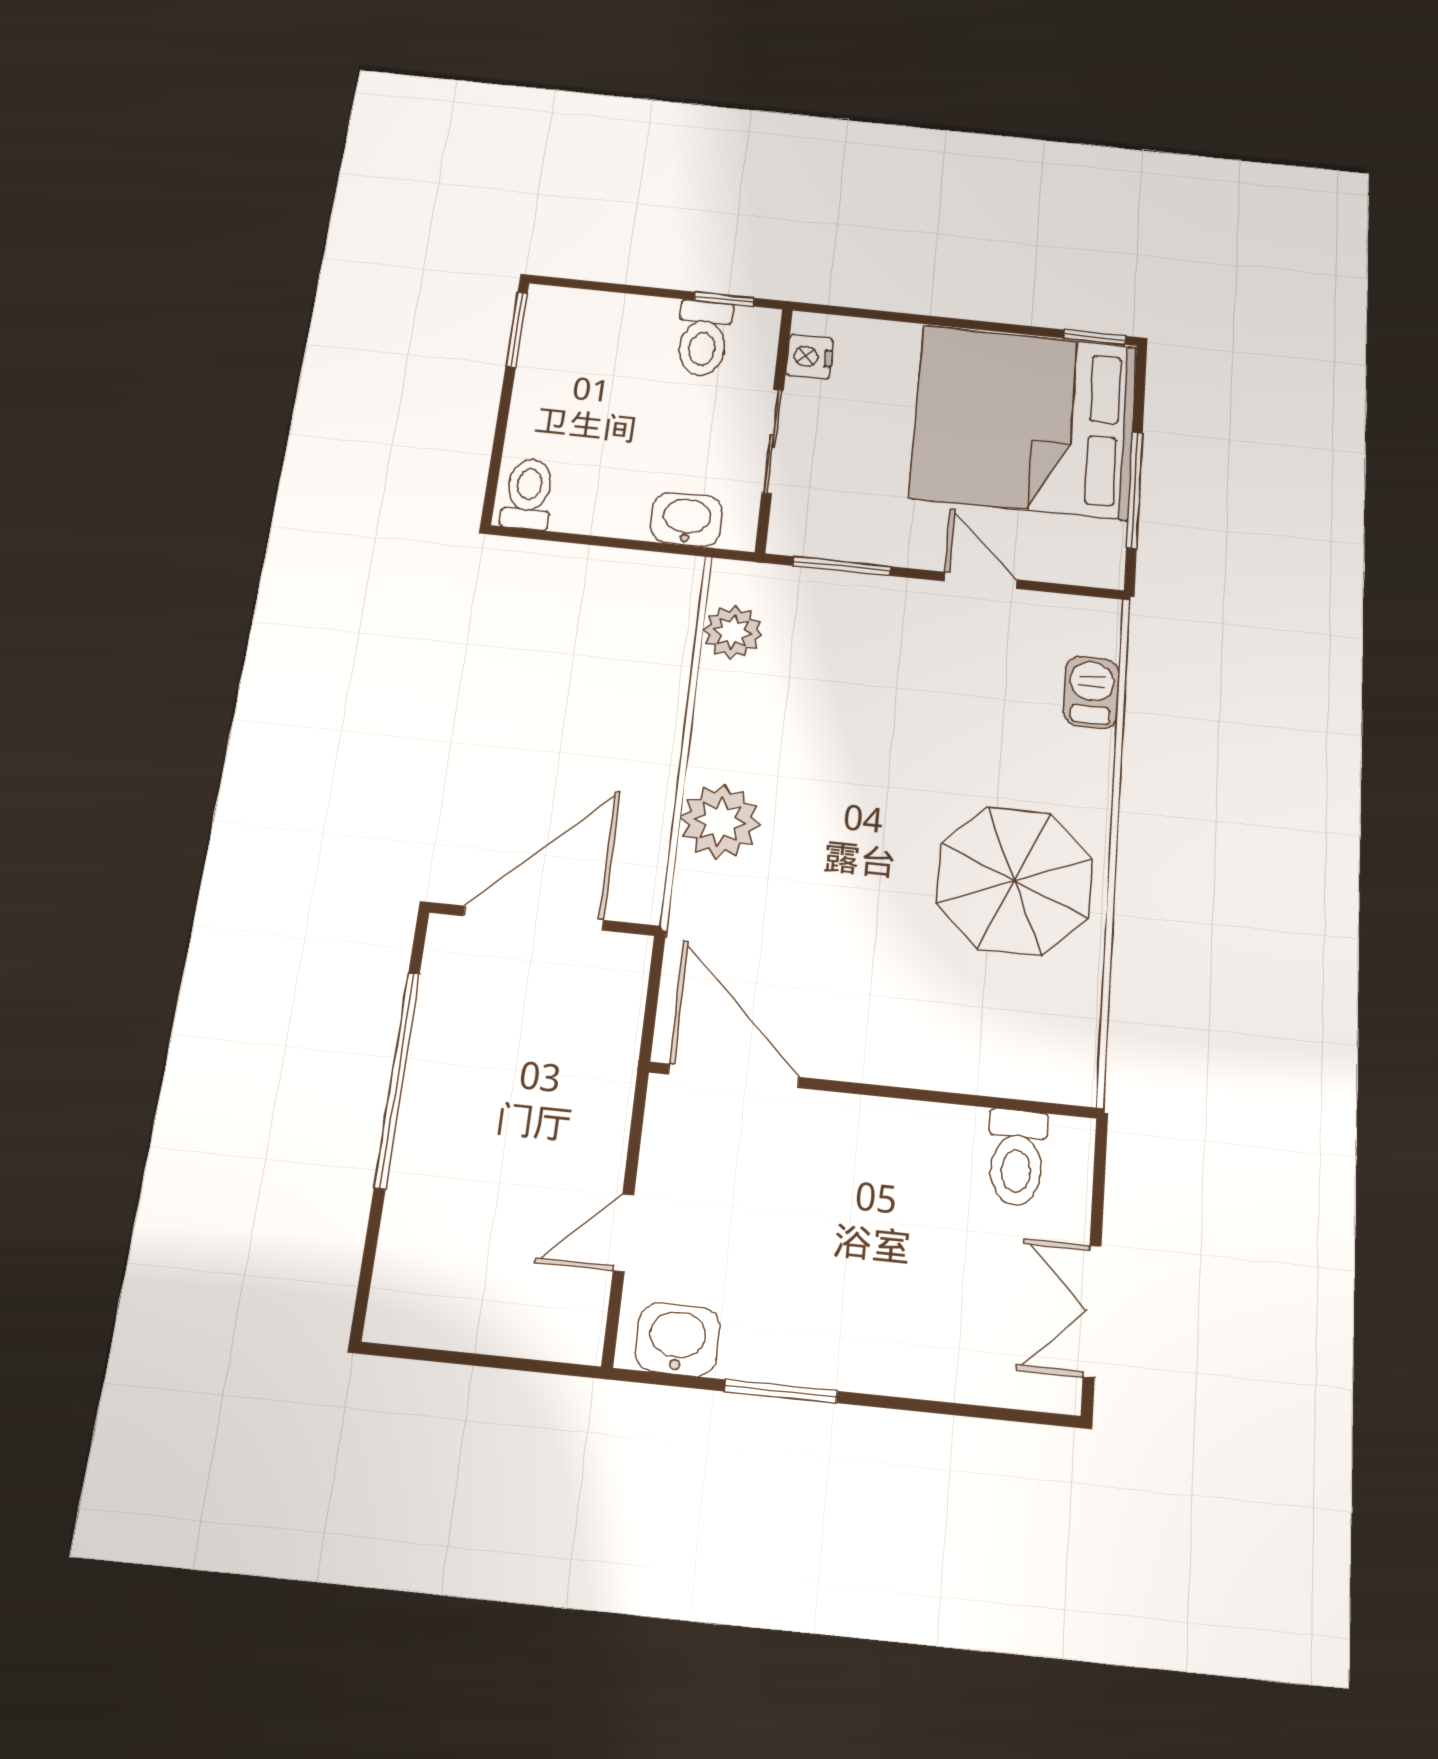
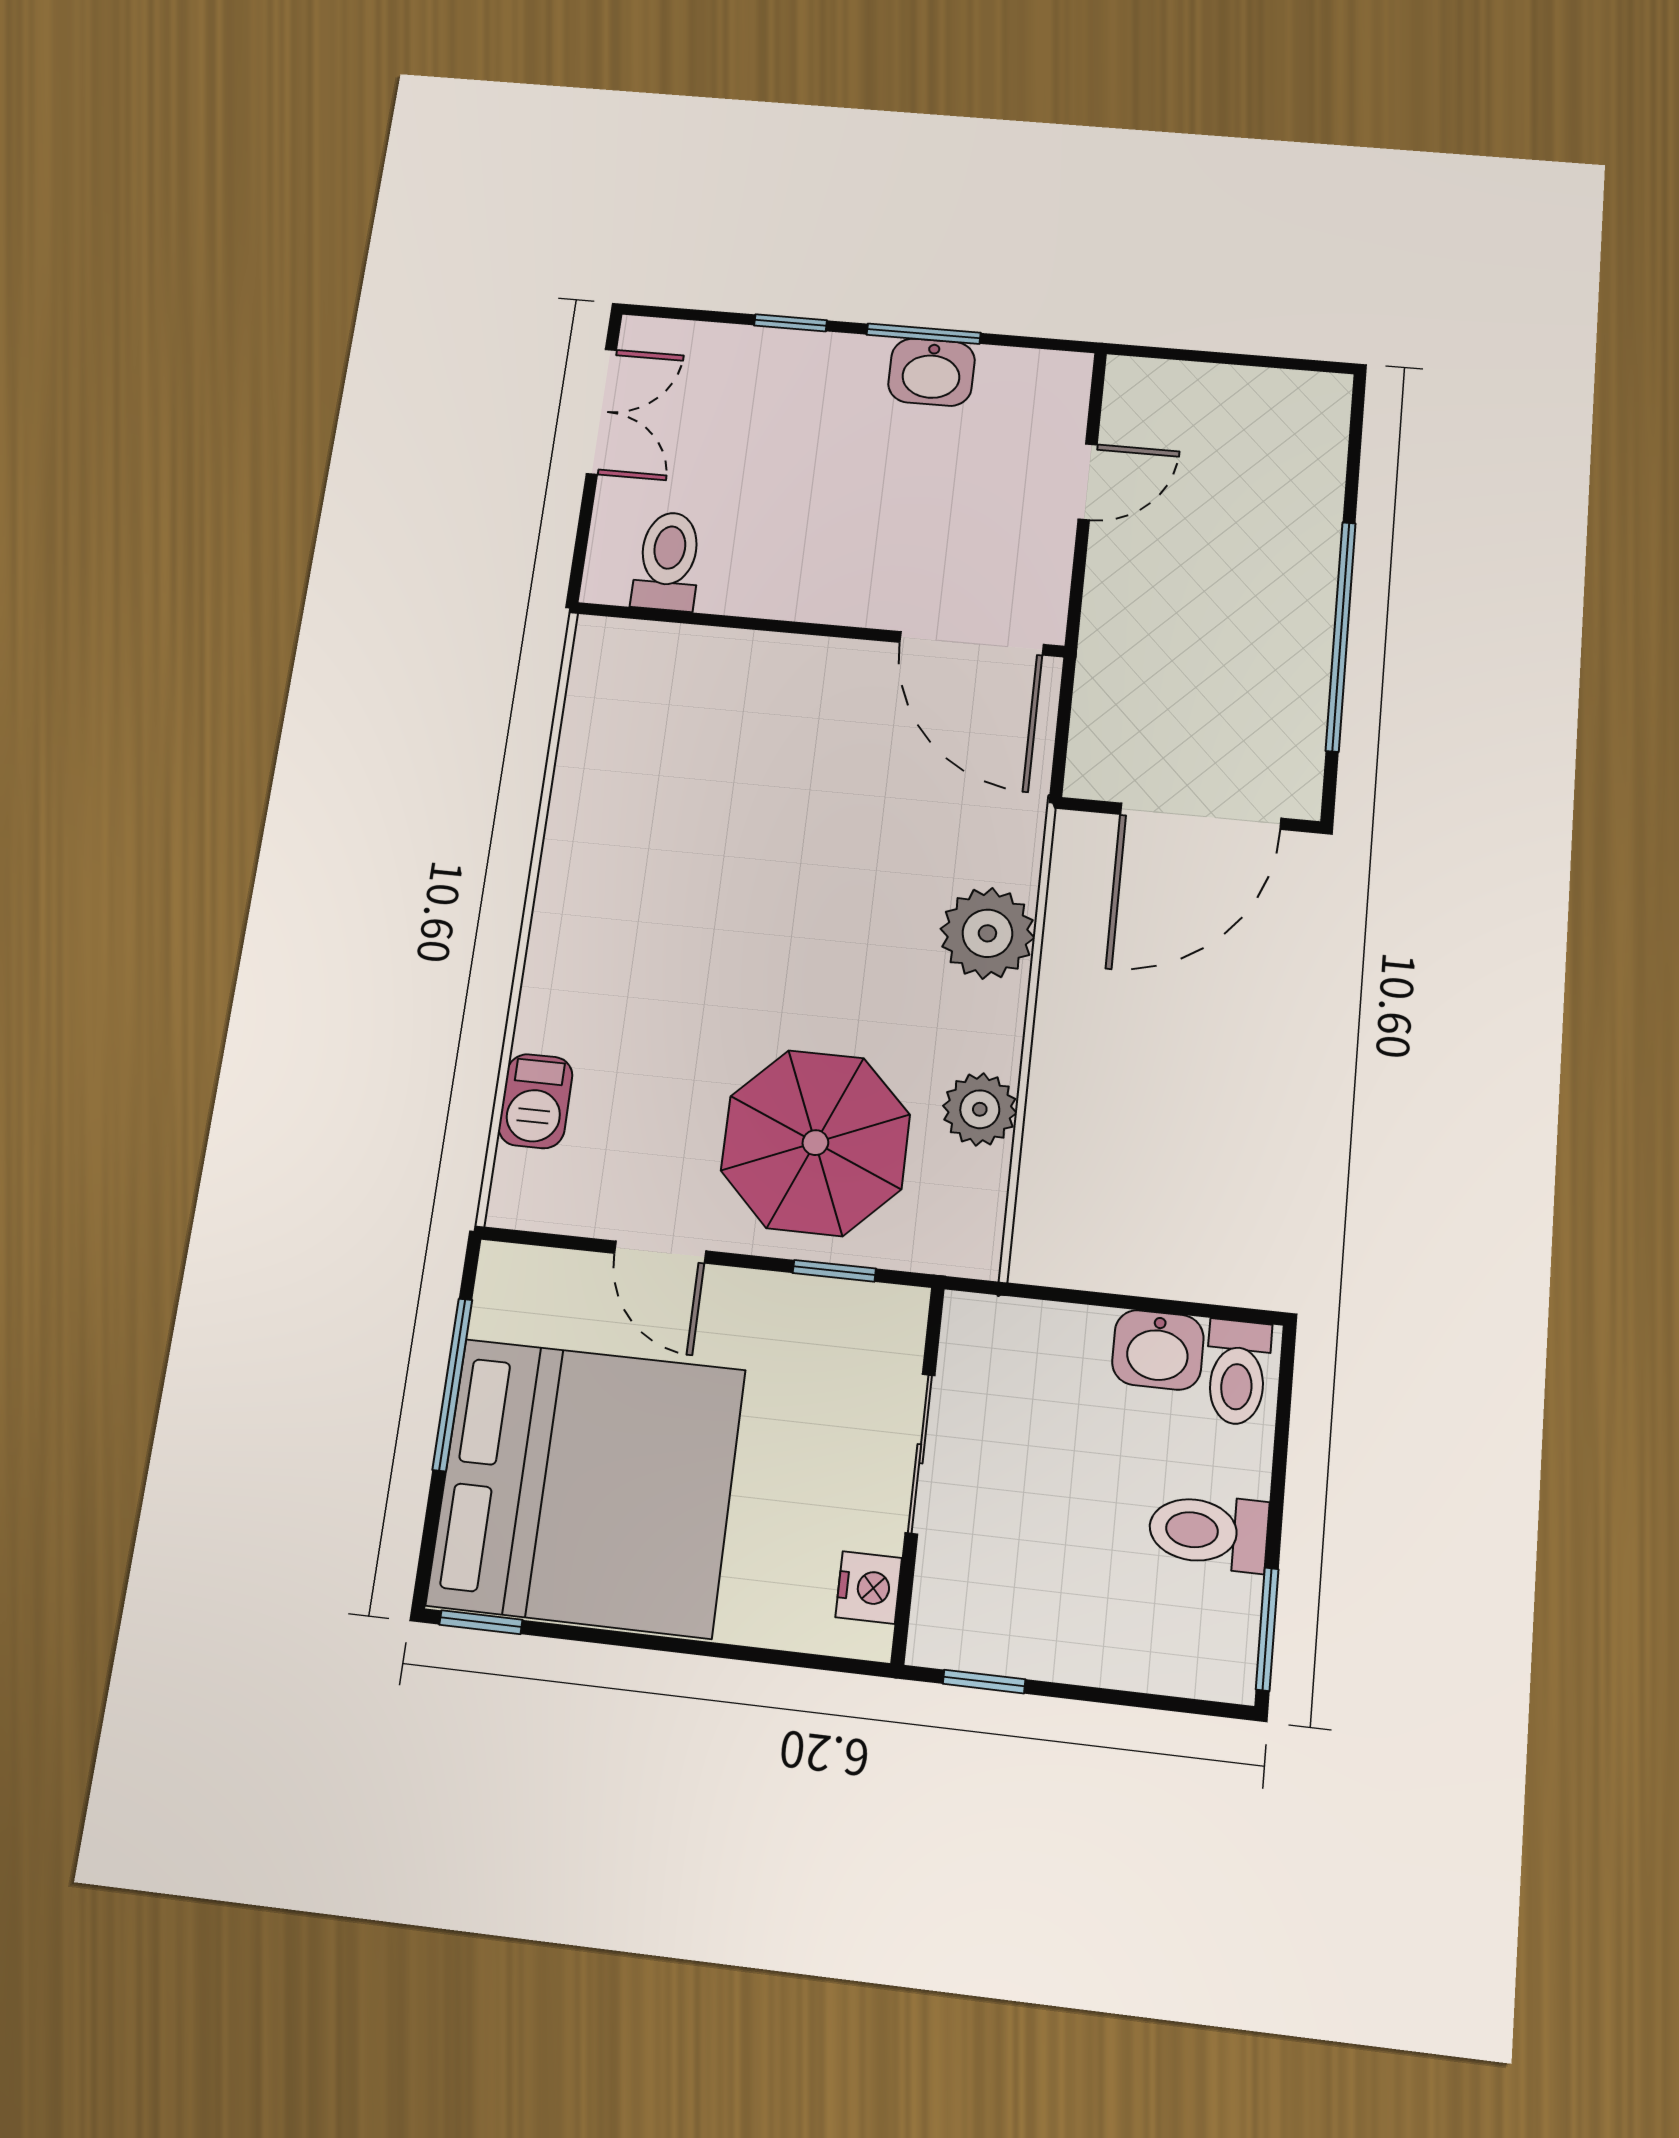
toilet: (703, 338) -> (1208, 1532), moved, turned -90
washbasin: (687, 519) -> (1158, 1350), moved
window: (842, 566) -> (834, 1271), width x0.67
plant: (733, 632) -> (980, 1109), moved
parasol: (1014, 881) -> (815, 1143), moved
washbasin: (677, 1339) -> (931, 372), moved
window: (913, 1405) -> (790, 323), added

